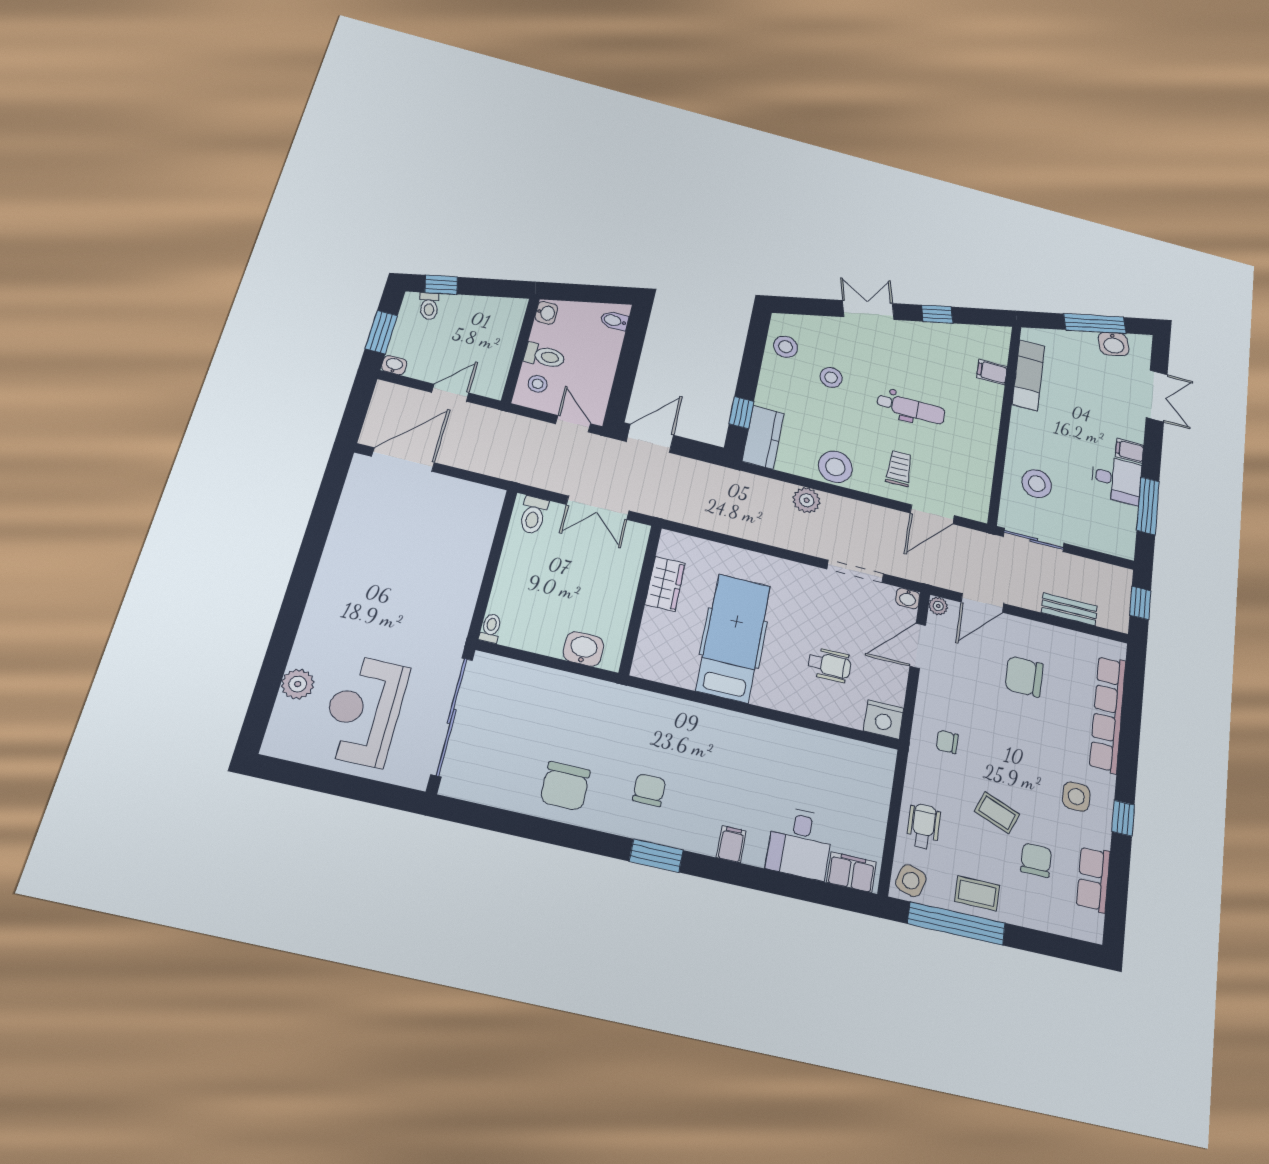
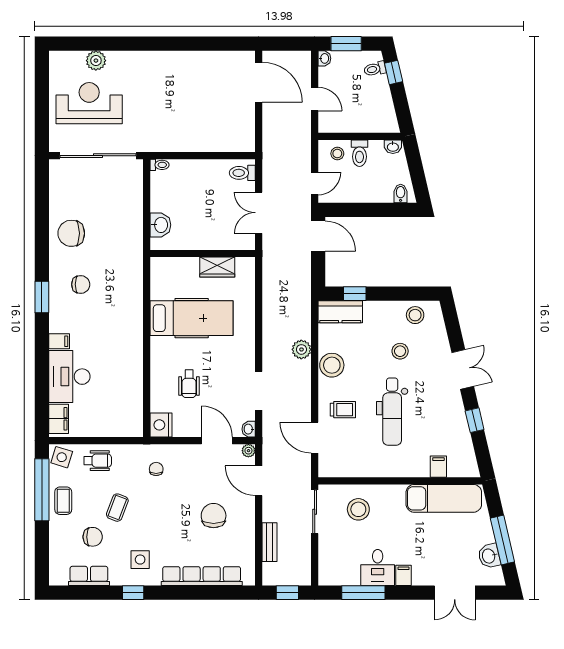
exam couch: (1028, 375) -> (444, 498), width x1.36, depth x1.45
dental chair: (911, 408) -> (392, 412), width x1.36, depth x1.38
desk: (800, 843) -> (69, 377), width x1.37

